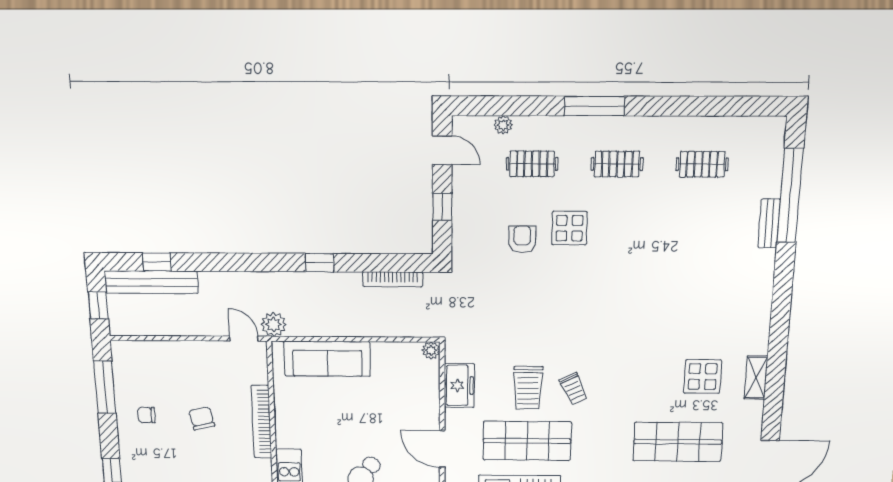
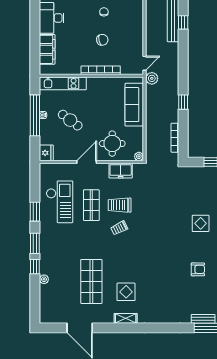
armchair: (522, 239) -> (198, 269), moved
round table: (406, 401) -> (112, 144), added
shop shelf: (527, 441) -> (91, 205), width x0.70, depth x0.74

